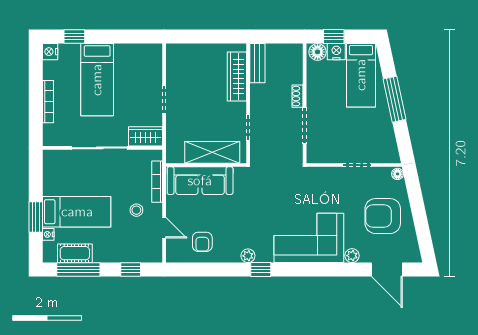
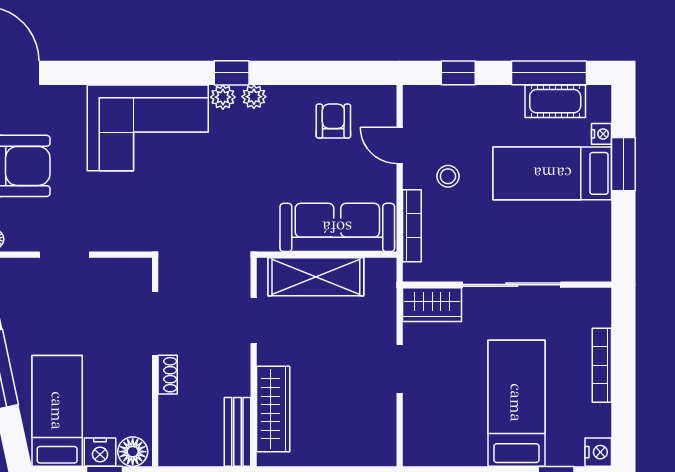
plant: (352, 256) -> (223, 97), moved

